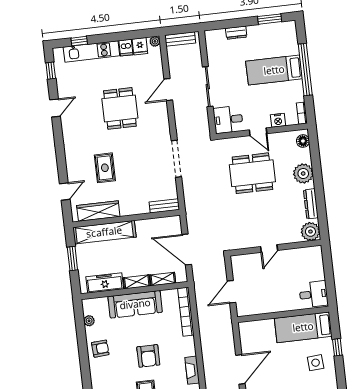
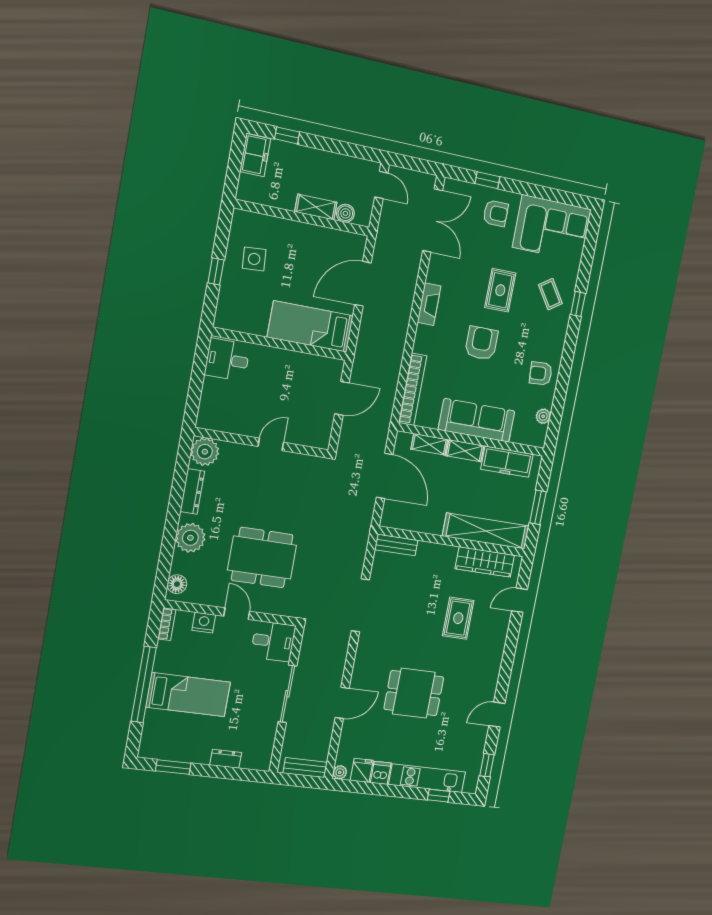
dining table: (120, 108) -> (414, 693), turned 90
bed: (303, 327) -> (310, 326), moved, turned 180

